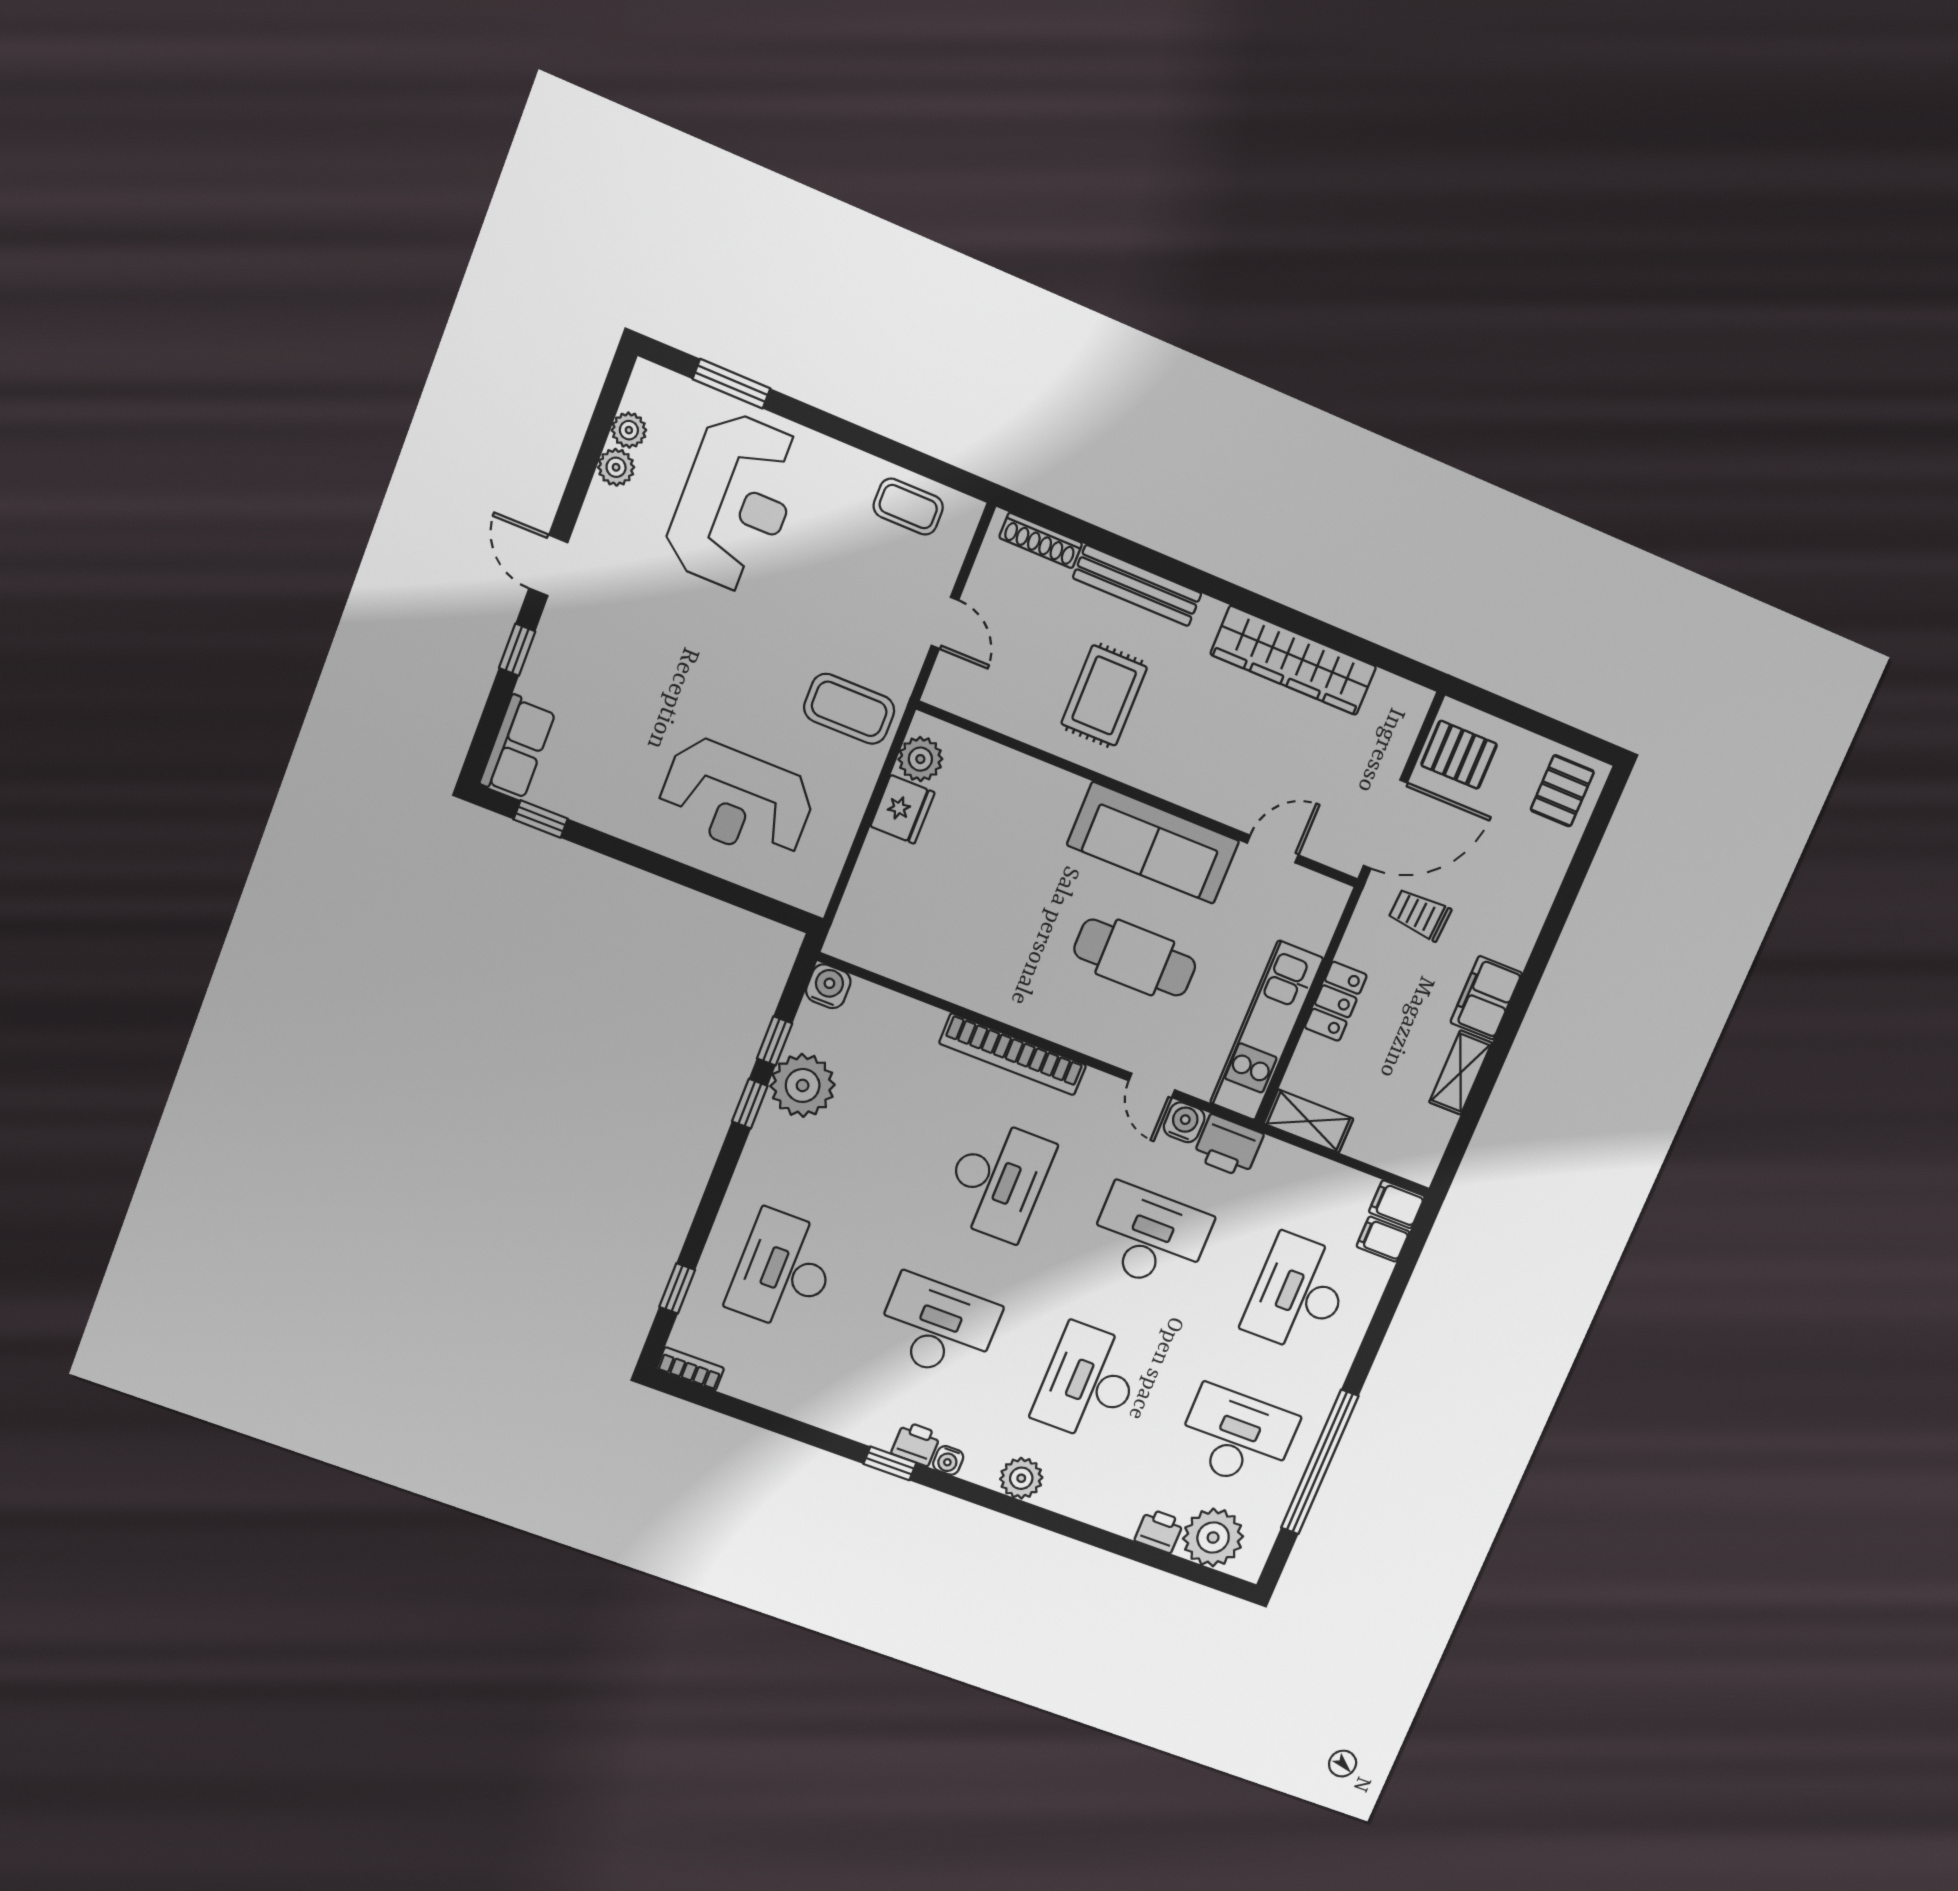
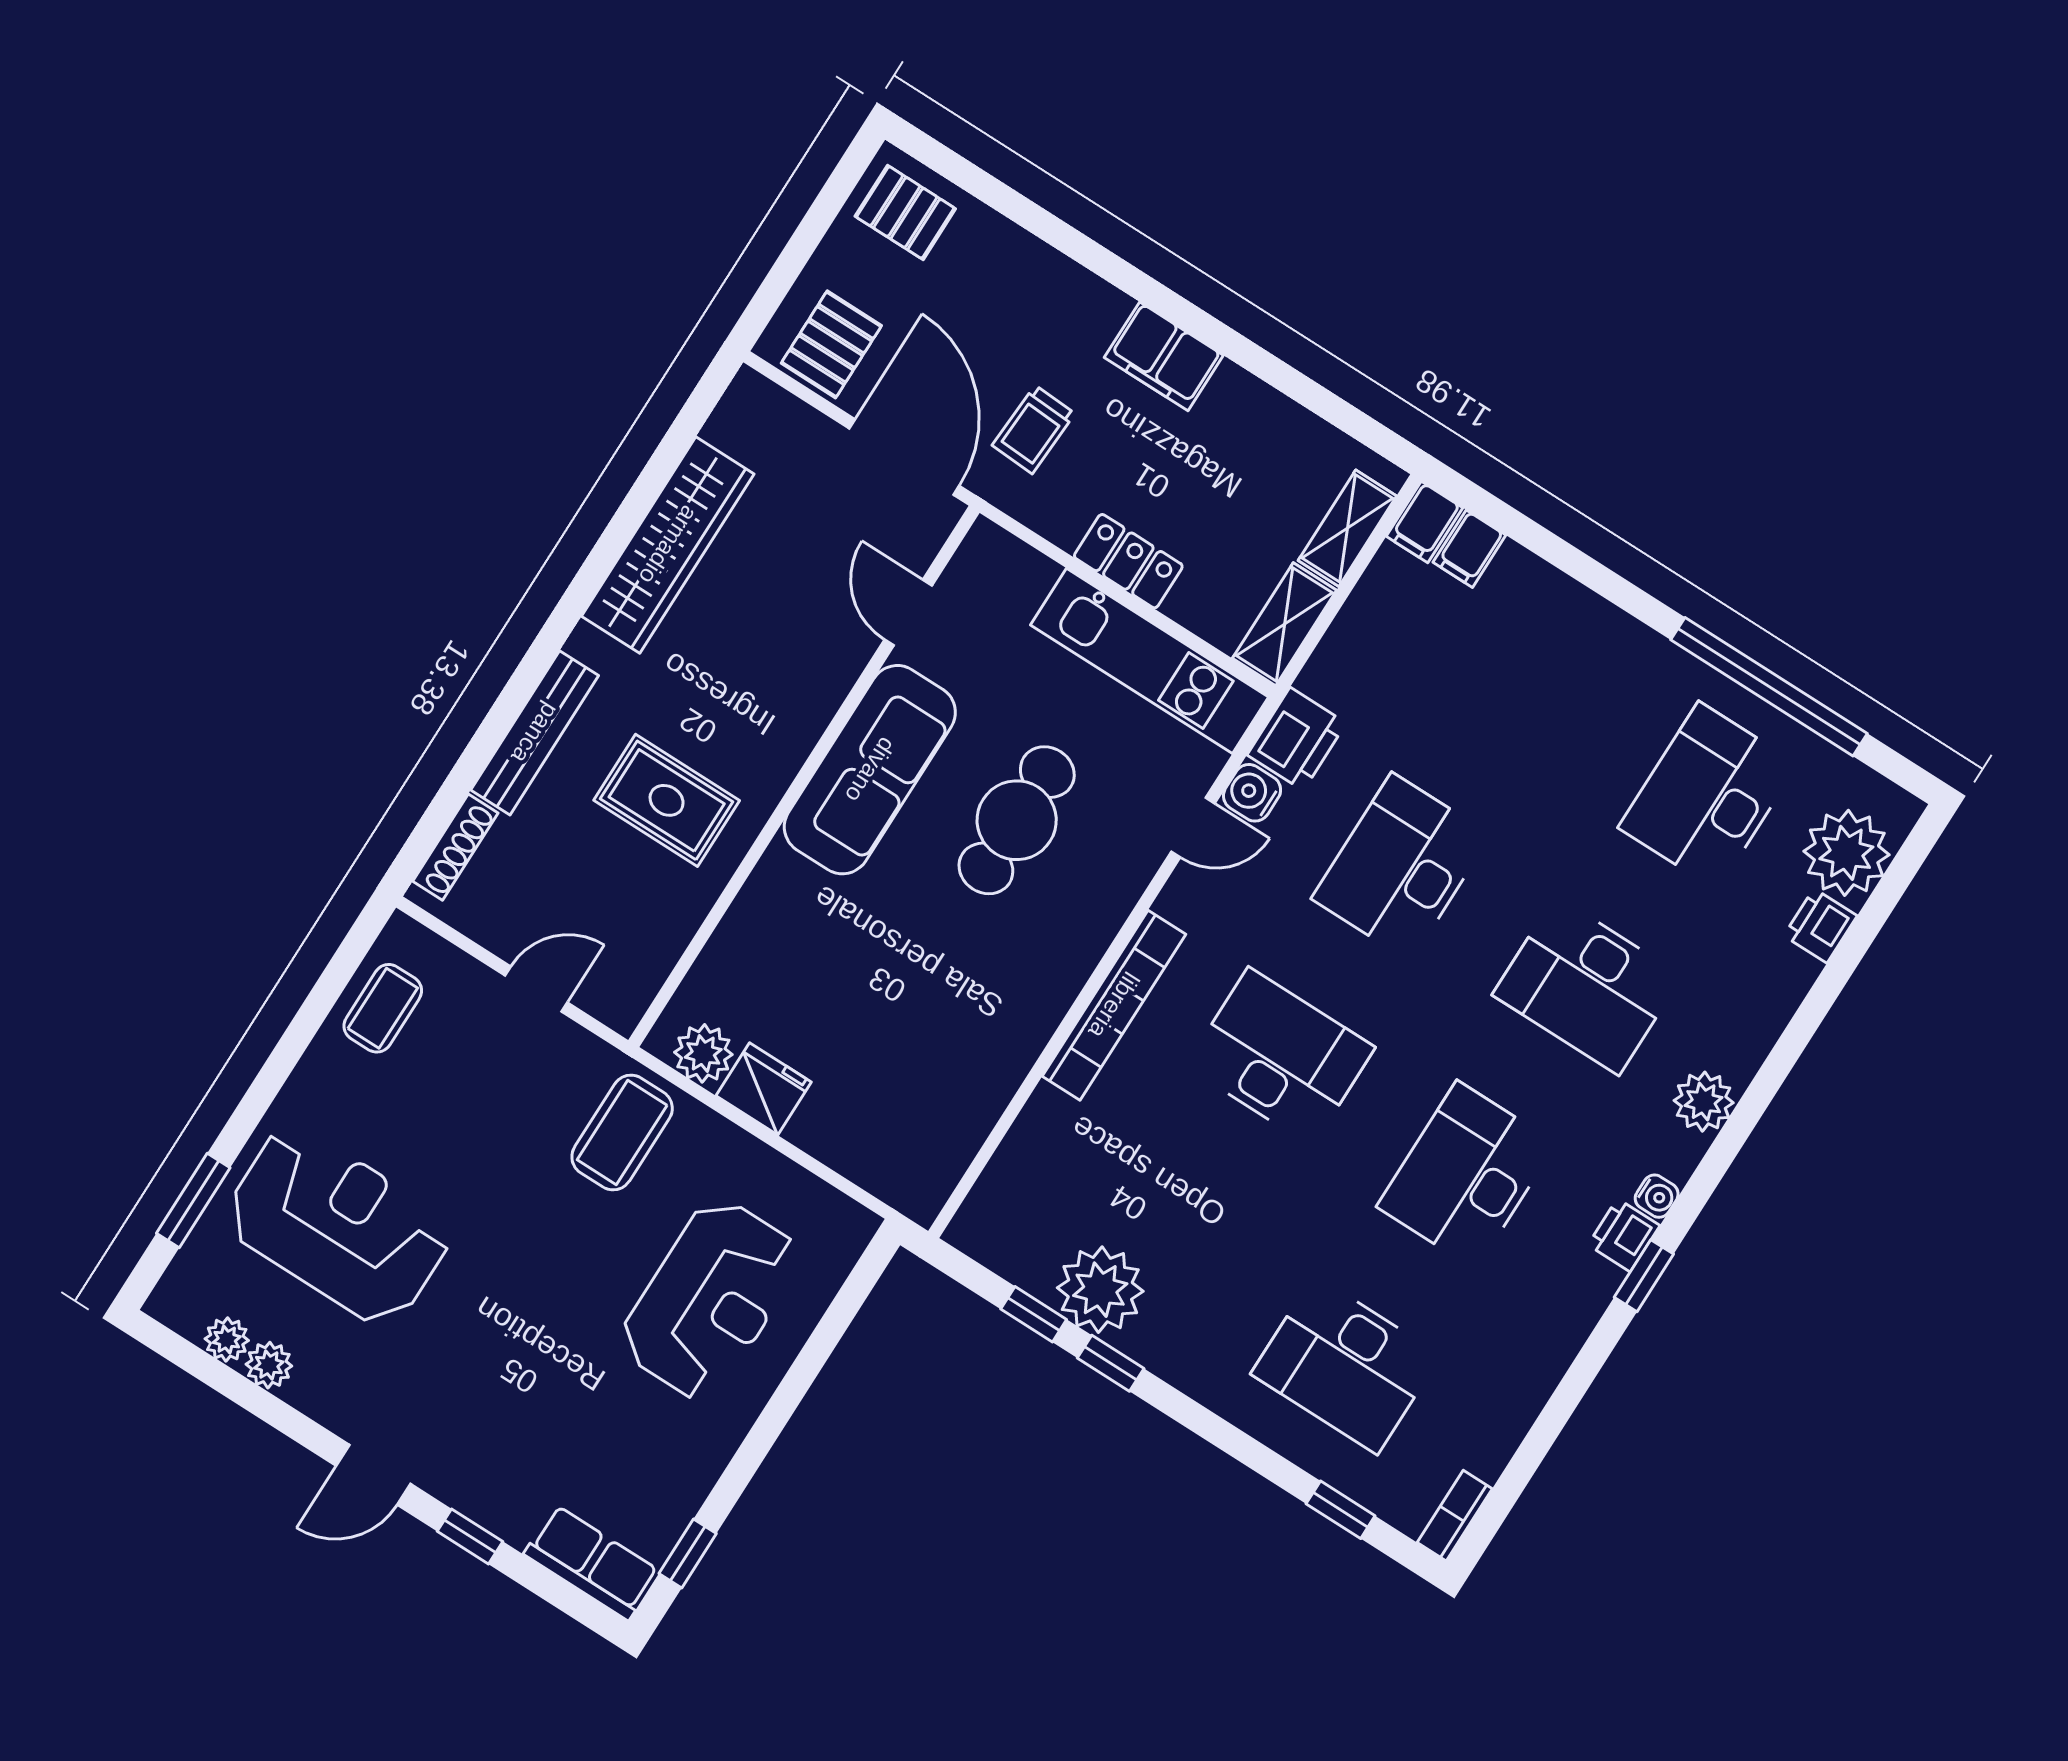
water cooler: (828, 986) -> (975, 1230), removed
shelving: (1461, 1073) -> (1347, 528), moved, turned 90
desk: (1298, 1294) -> (1522, 677), removed

